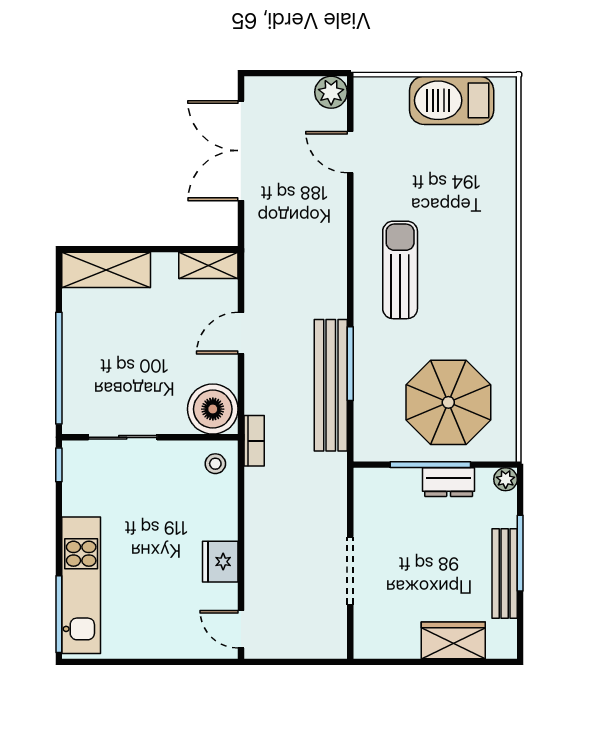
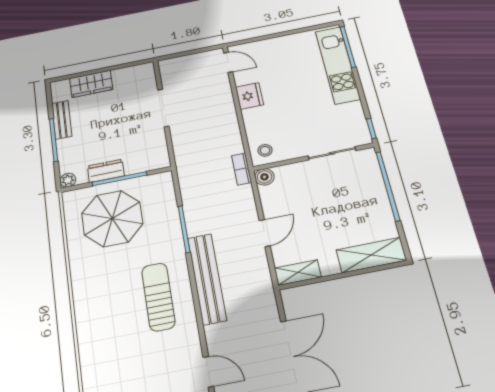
sun lounger: (400, 270) -> (158, 297), turned 180
bench: (331, 385) -> (207, 279), moved
boiler: (213, 409) -> (264, 177), width x0.54, depth x0.54
bench: (505, 574) -> (62, 120), width x0.73

